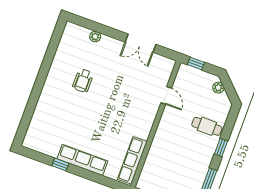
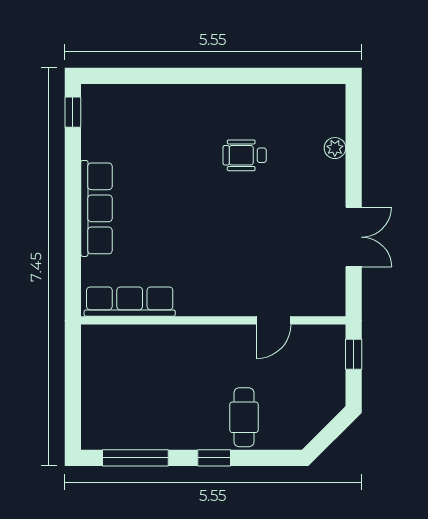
double door: (141, 43) -> (354, 237), swing flipped
plant: (218, 88) -> (324, 412), removed
window: (60, 165) -> (73, 112), moved

